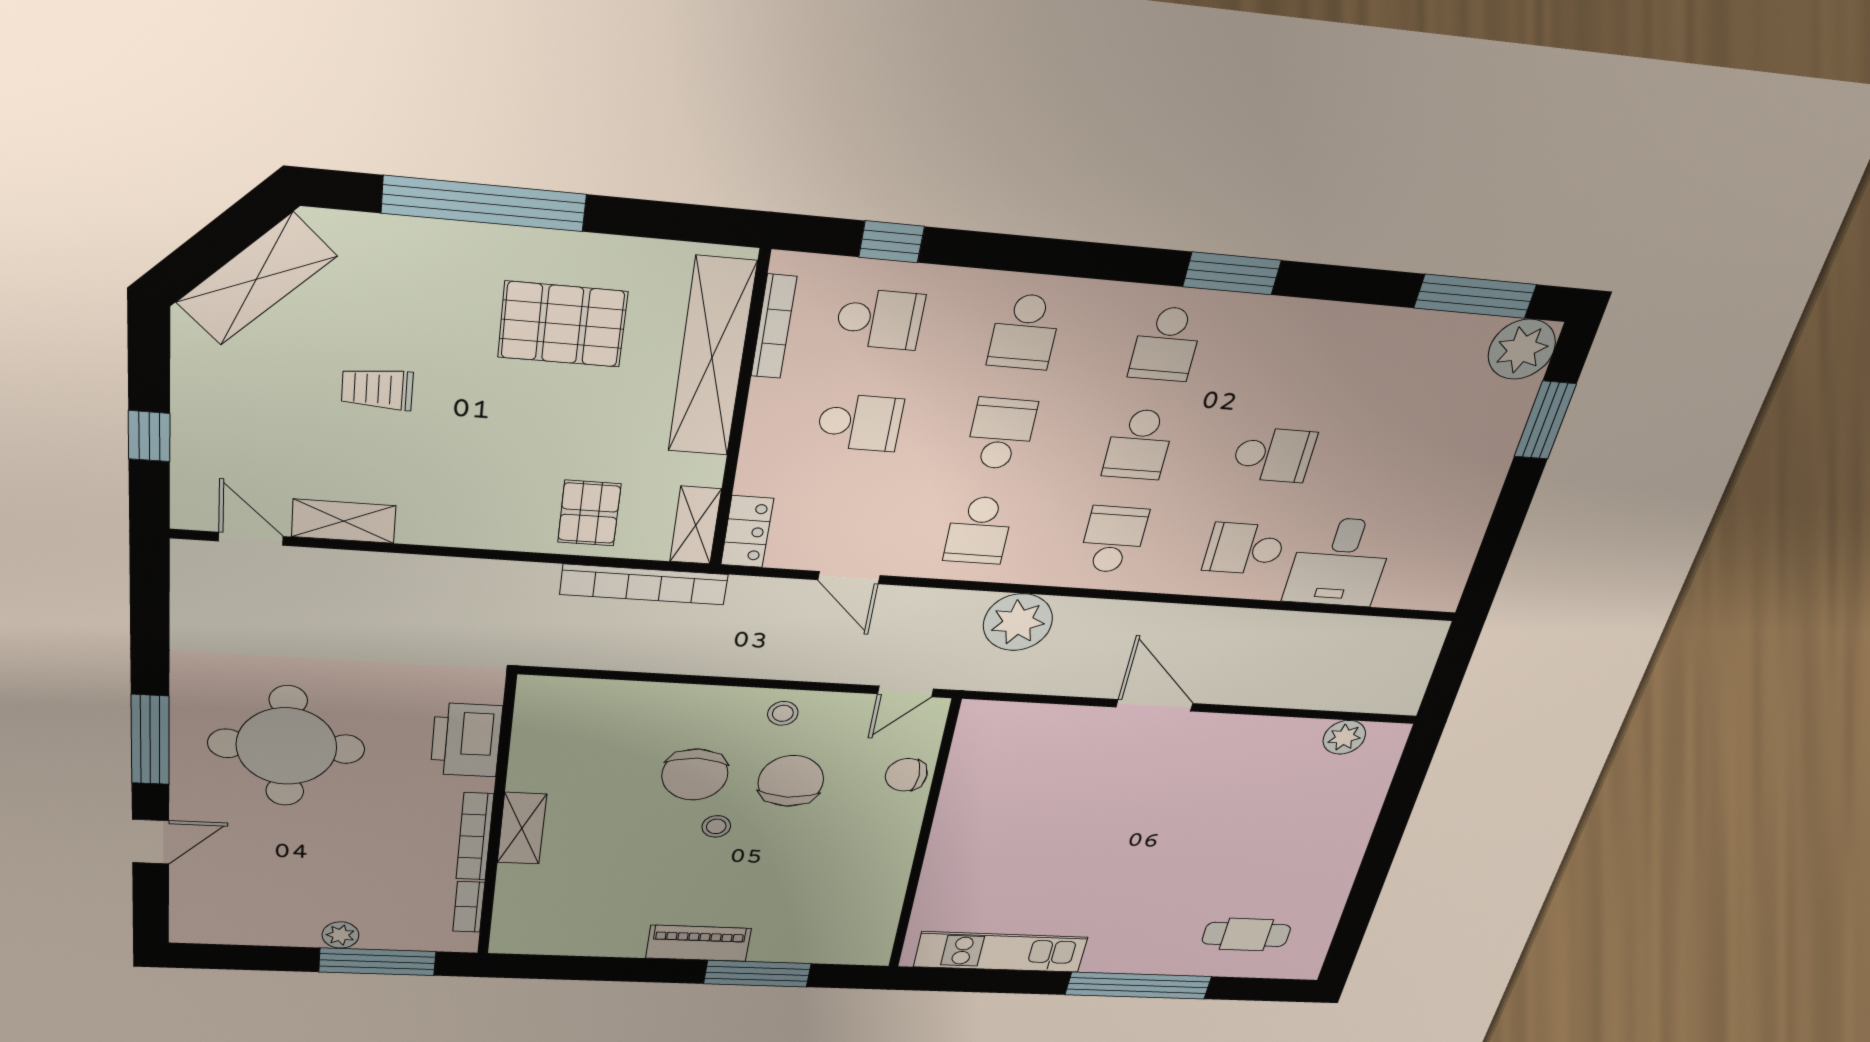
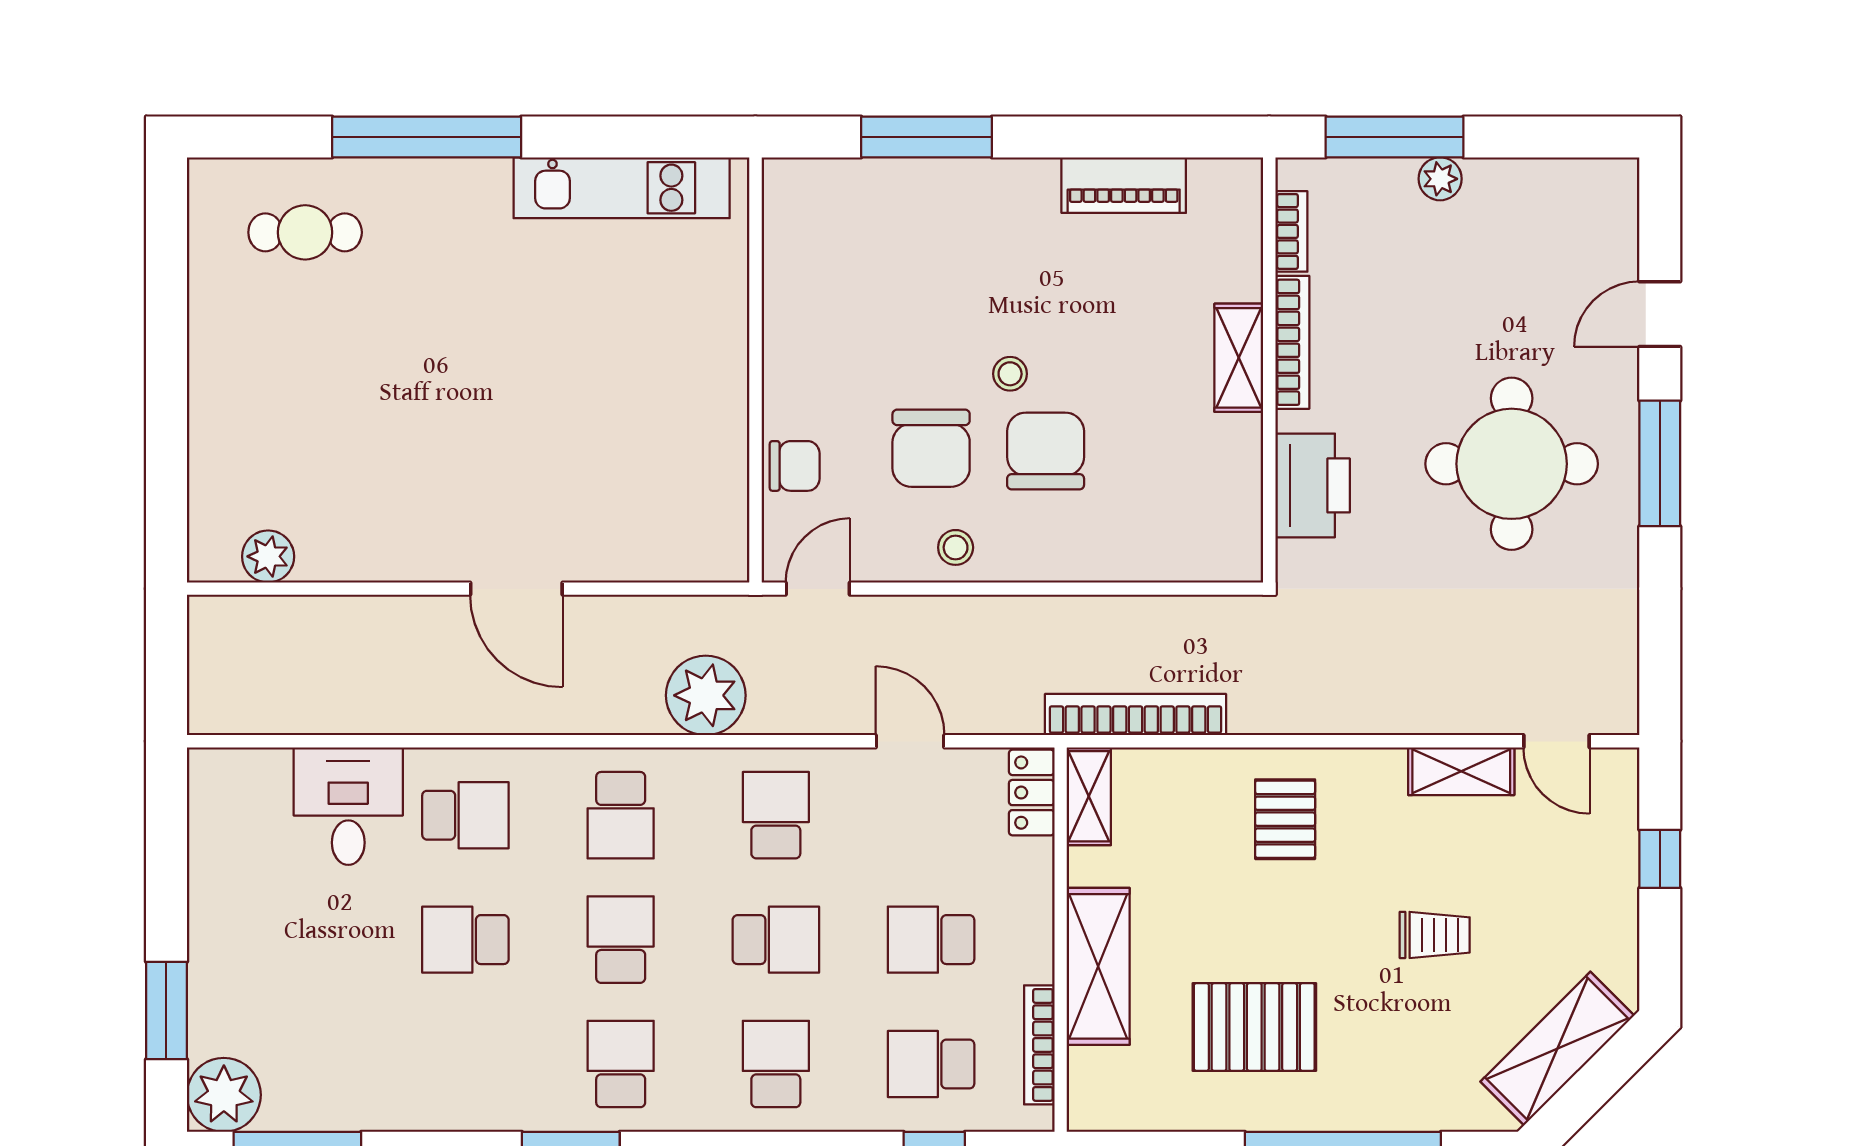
shelving: (712, 358) -> (1098, 966), width x0.68
school desk: (1001, 434) -> (776, 940), turned -90
pallet: (589, 513) -> (1285, 819), moved
piano: (698, 943) -> (1124, 185), moved

